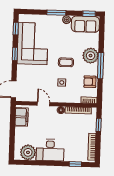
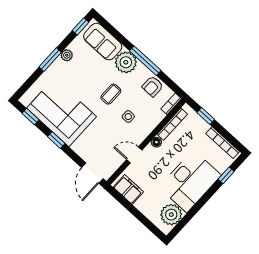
sofa: (85, 24) -> (103, 42), moved, turned 90
desk: (50, 150) -> (190, 181), width x1.36, depth x1.30

